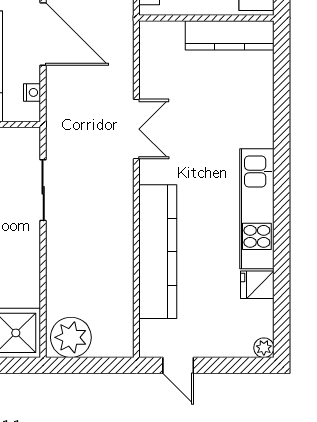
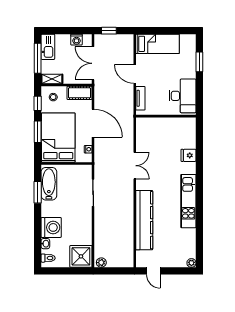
kitchen counter: (230, 35) -> (176, 124), removed
fridge: (257, 285) -> (189, 155), moved
plant: (71, 337) -> (101, 263), width x0.53, depth x0.53

